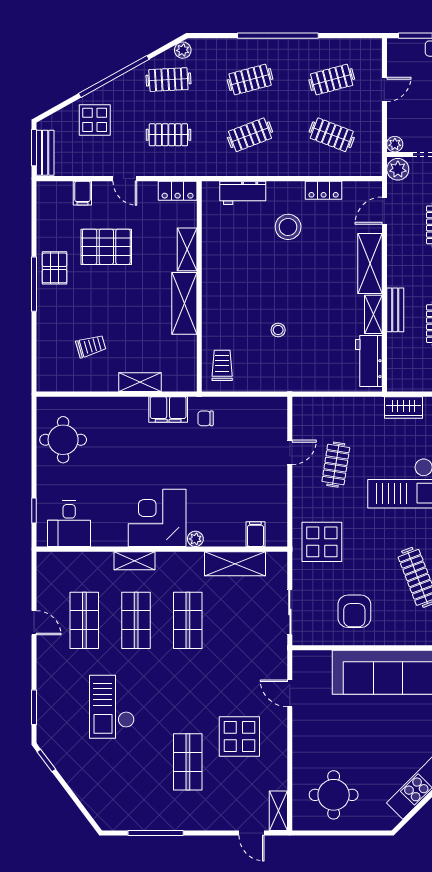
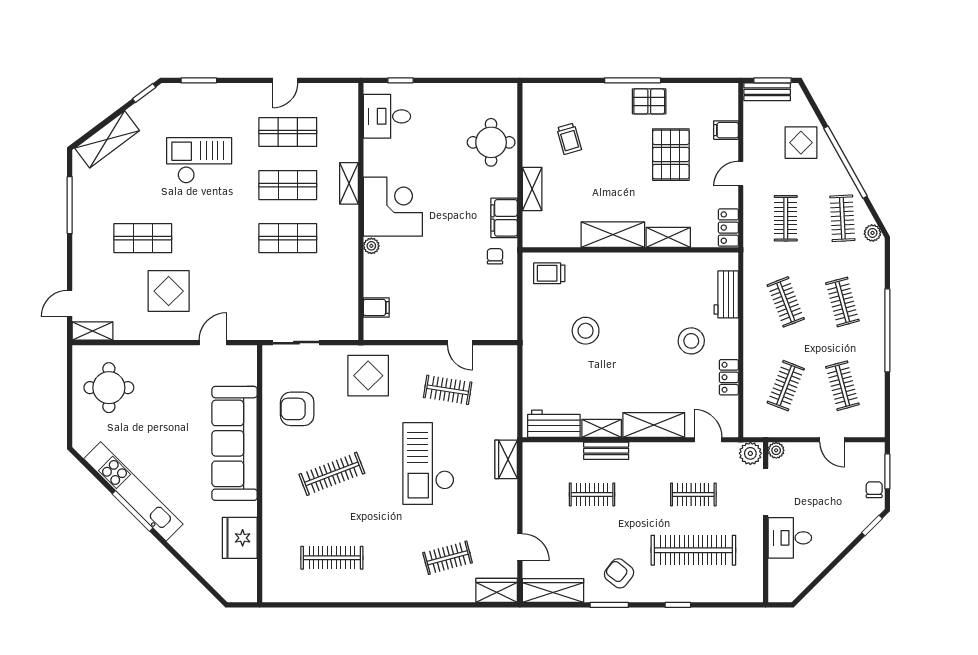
stool: (278, 330) -> (586, 331), width x1.89, depth x1.89
trolley: (222, 365) -> (549, 273), turned 180
round table: (63, 440) -> (491, 142), moved
shelving: (235, 564) -> (107, 139), moved, turned 53

